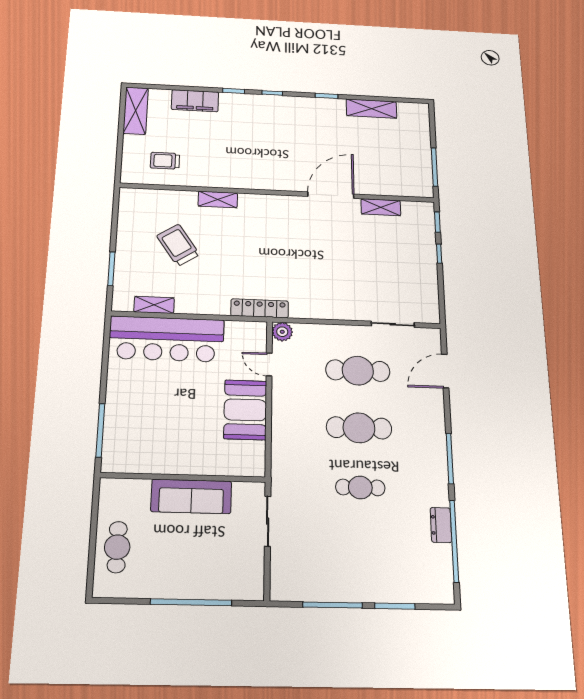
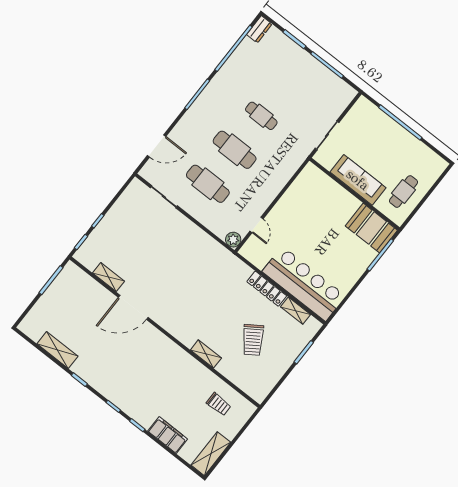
locker: (260, 308) -> (267, 289), moved
booth: (245, 410) -> (371, 228), moved, turned 90
dresser: (441, 525) -> (259, 29), moved
cafe table: (117, 547) -> (404, 192), moved

